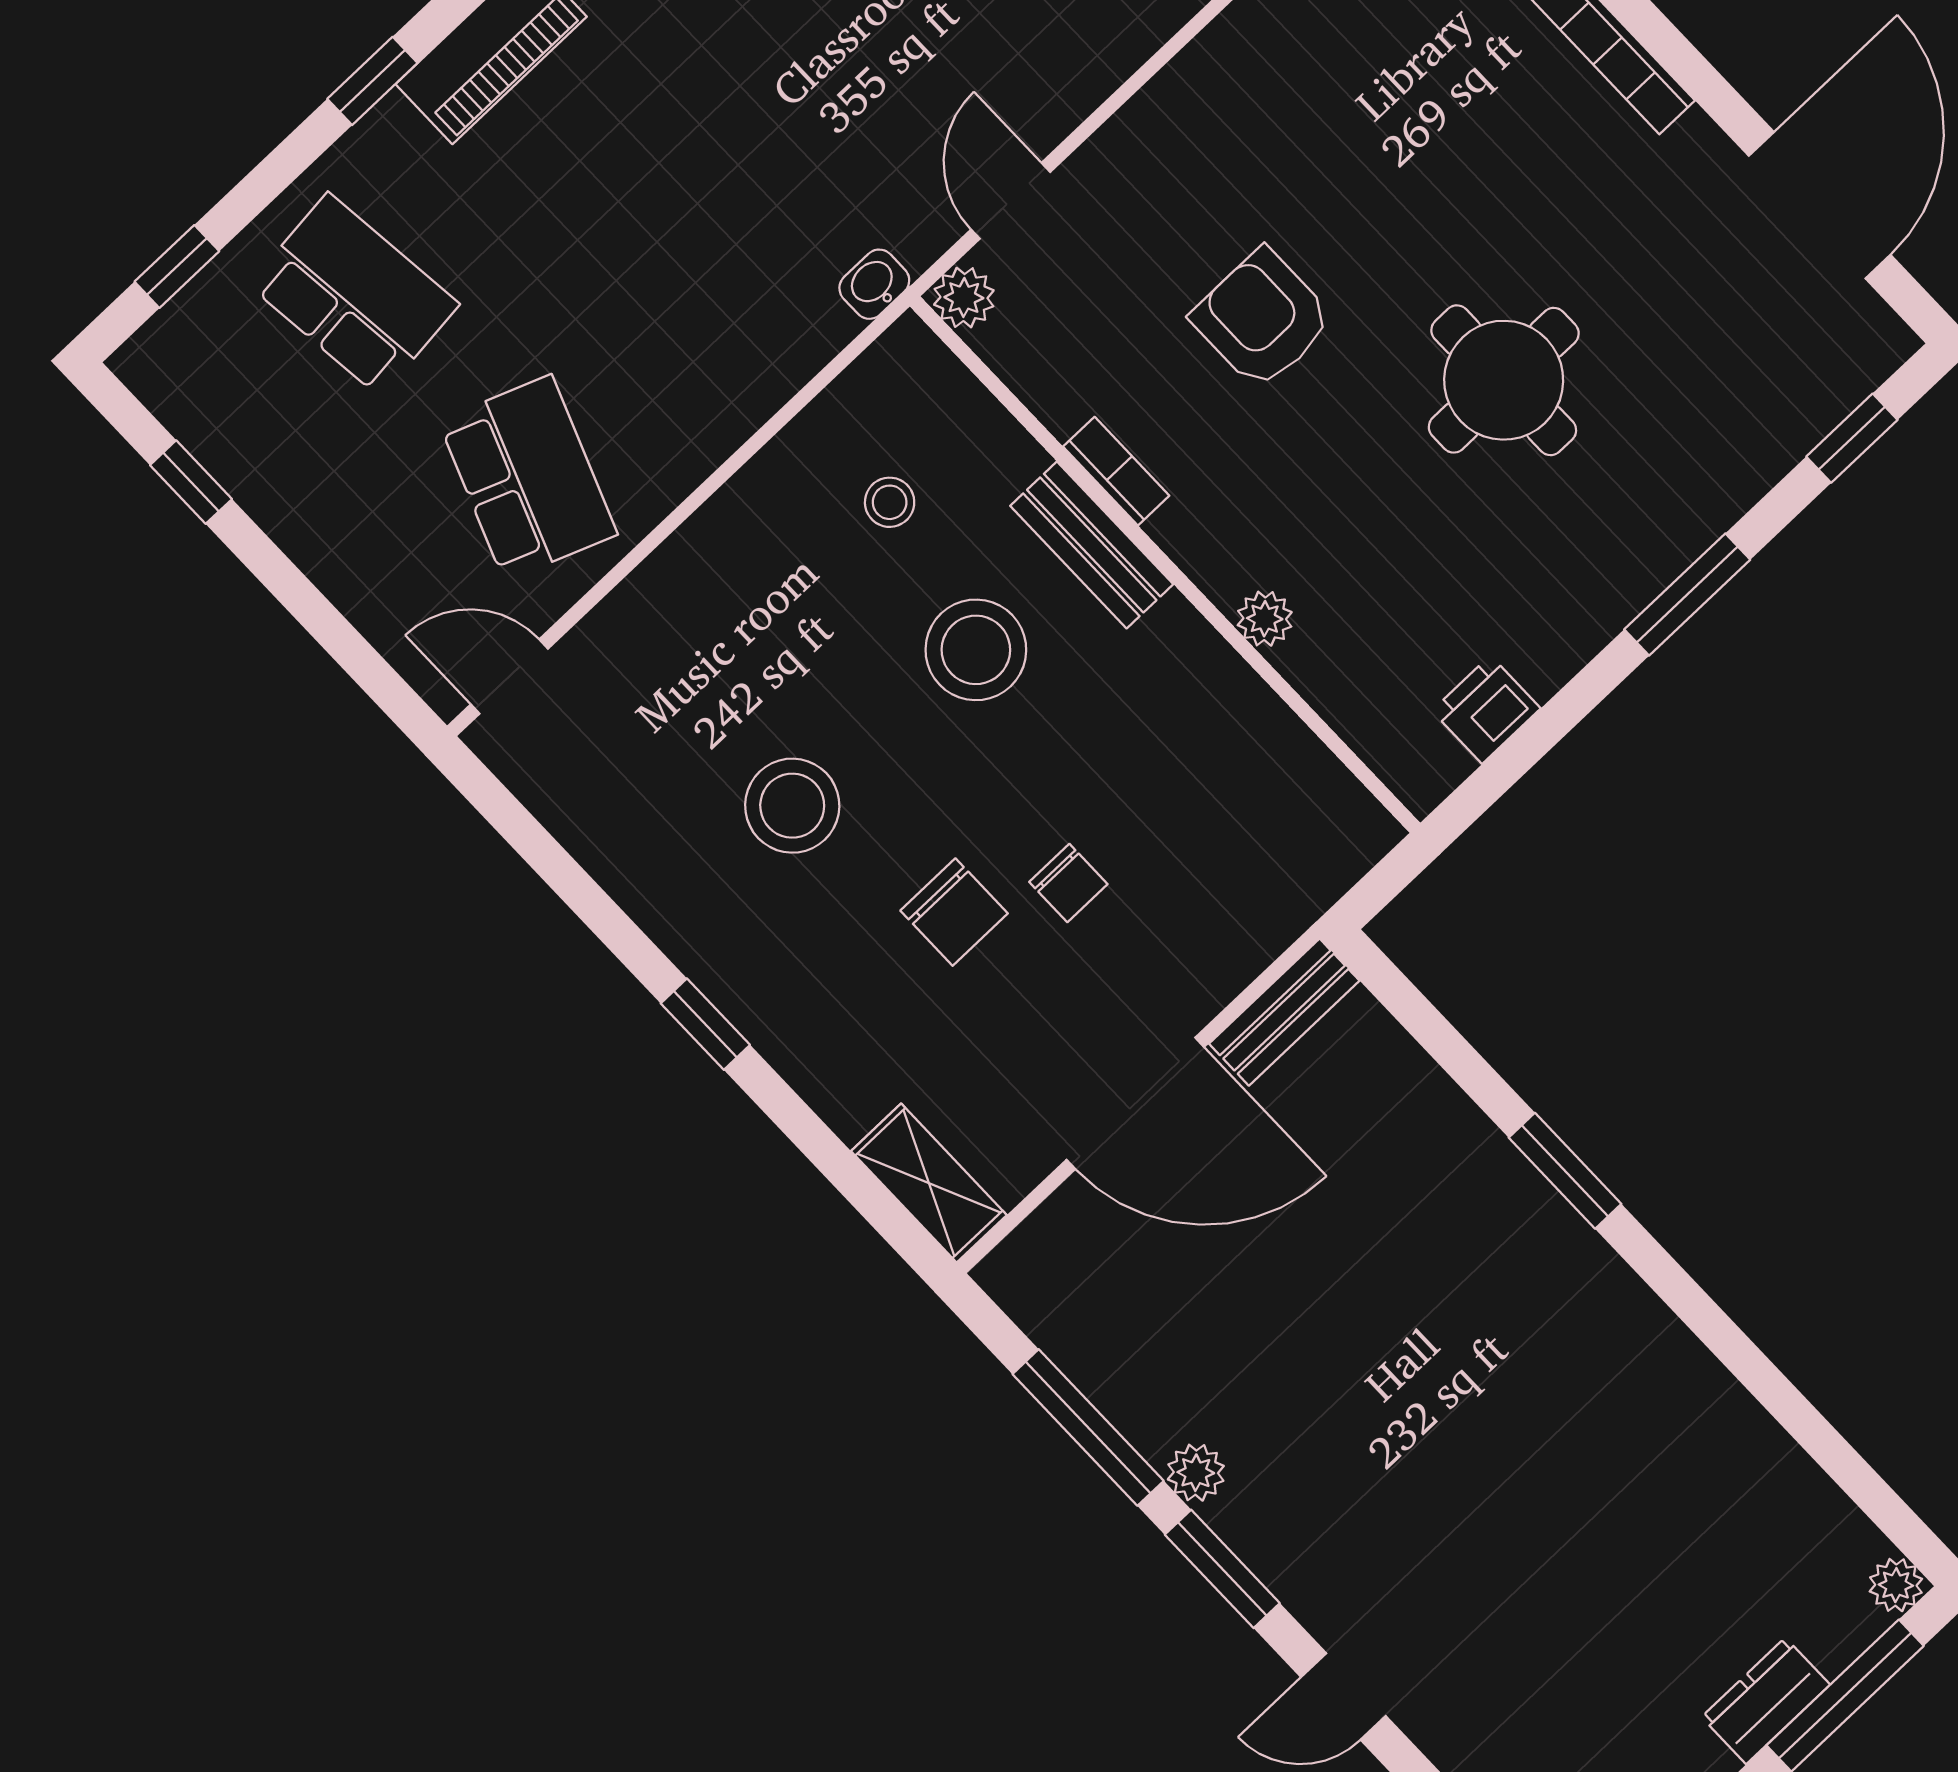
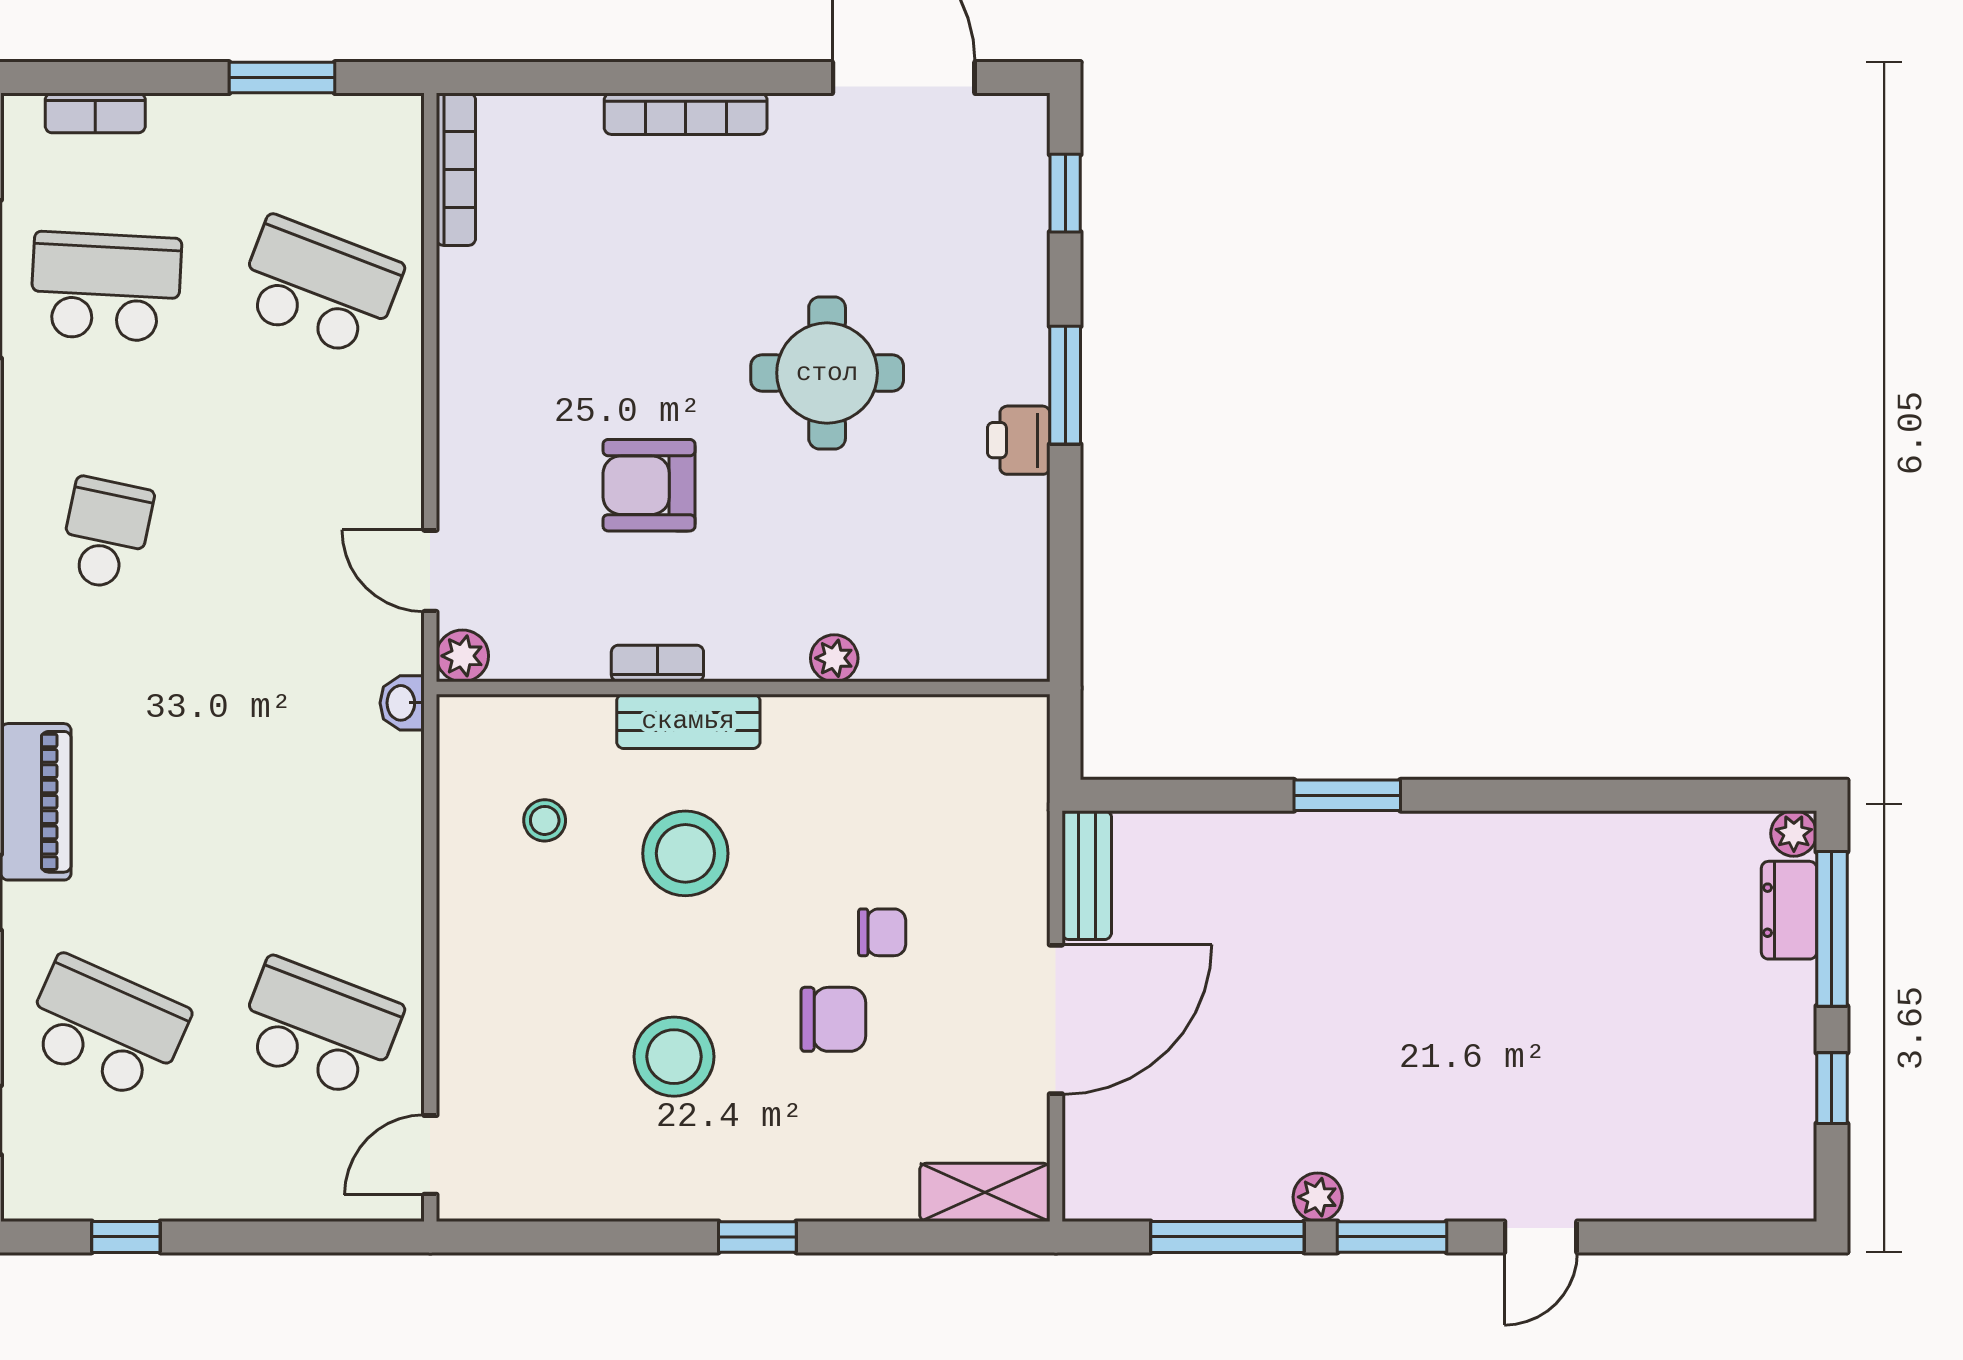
school desk: (354, 295) -> (106, 1028), turned 30
printer: (1486, 709) -> (1019, 440), moved
dresser: (1766, 1701) -> (1789, 910), moved

